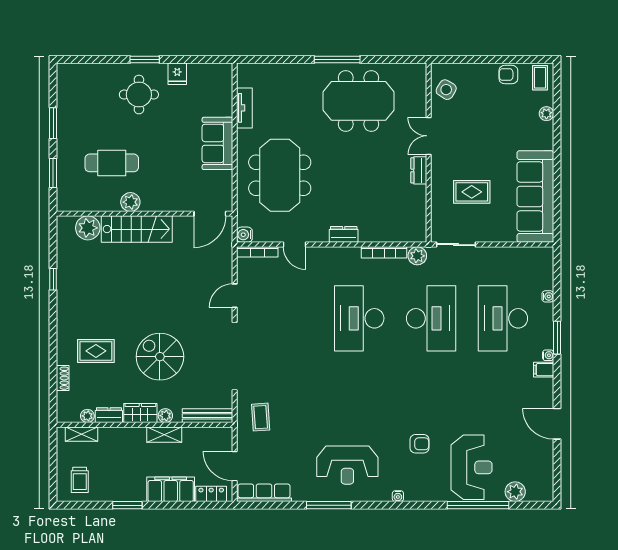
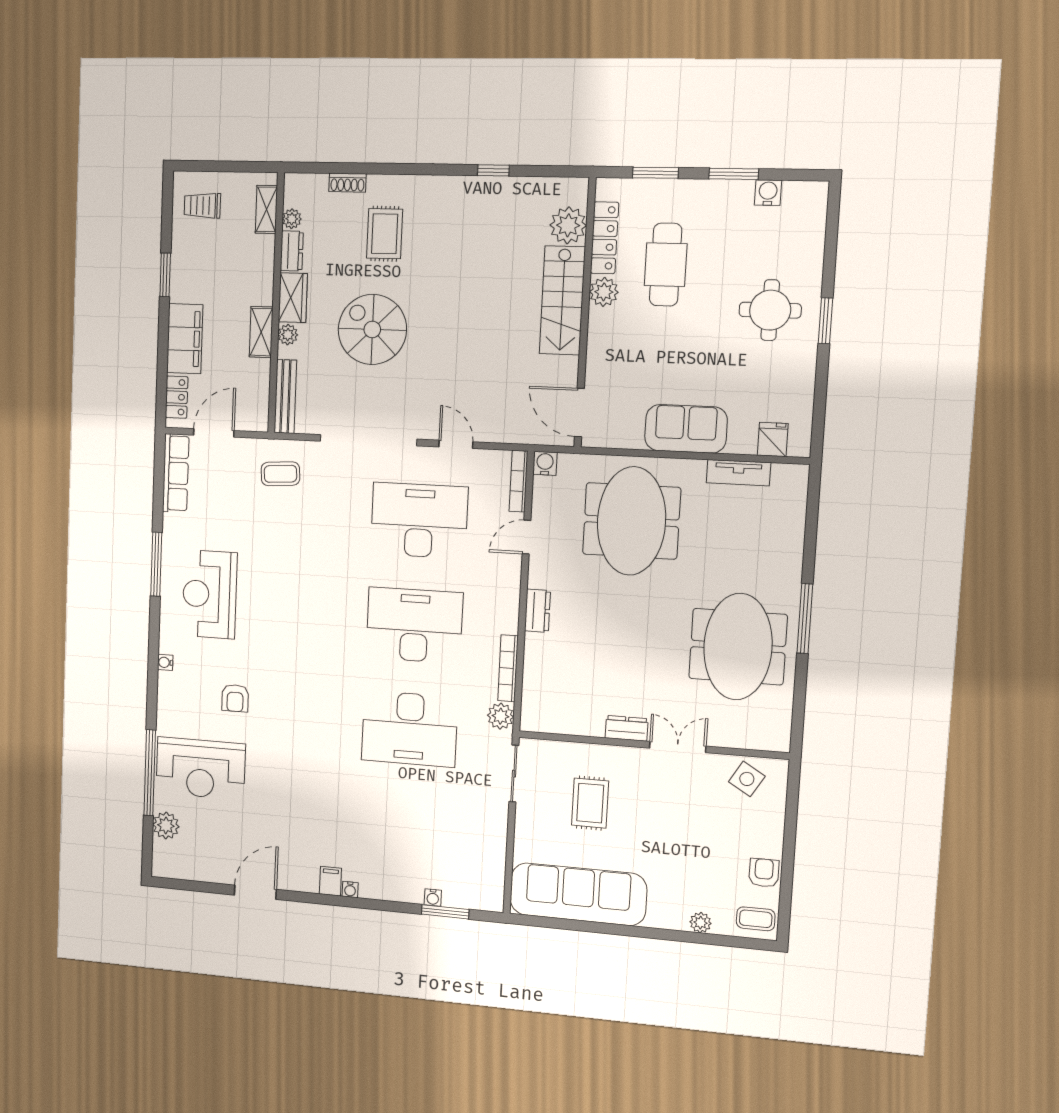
fridge: (177, 74) -> (773, 439), moved, turned 90
water cooler: (65, 101) -> (768, 193), added
meeting table: (280, 175) -> (631, 521), turned 90
locker: (95, 204) -> (604, 238), added
desk: (503, 318) -> (419, 520), moved
window: (557, 338) -> (445, 912), moved
spiral stairs: (160, 357) -> (372, 329), turned -90

